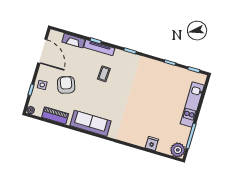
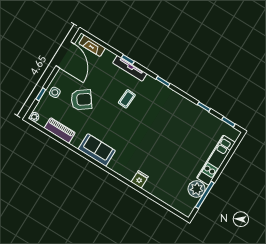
fireplace: (73, 41) -> (92, 46), moved
armchair: (66, 85) -> (81, 100), turned 74
sofa: (90, 123) -> (97, 150), width x0.73
fridge: (152, 144) -> (140, 179), moved
plant: (178, 150) -> (197, 189), moved

